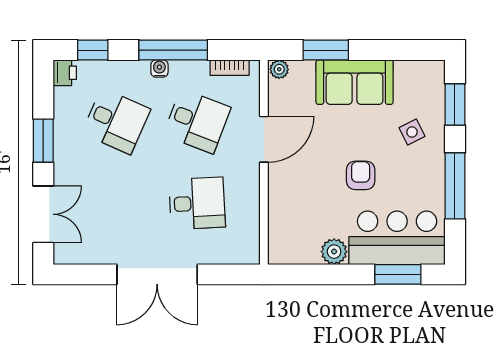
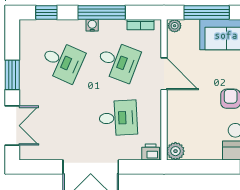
window: (326, 50) -> (207, 12), width x1.44
printer: (65, 73) -> (151, 152), moved, turned -90
door: (264, 139) -> (164, 74), hinge flipped
plant: (334, 252) -> (175, 151), moved

